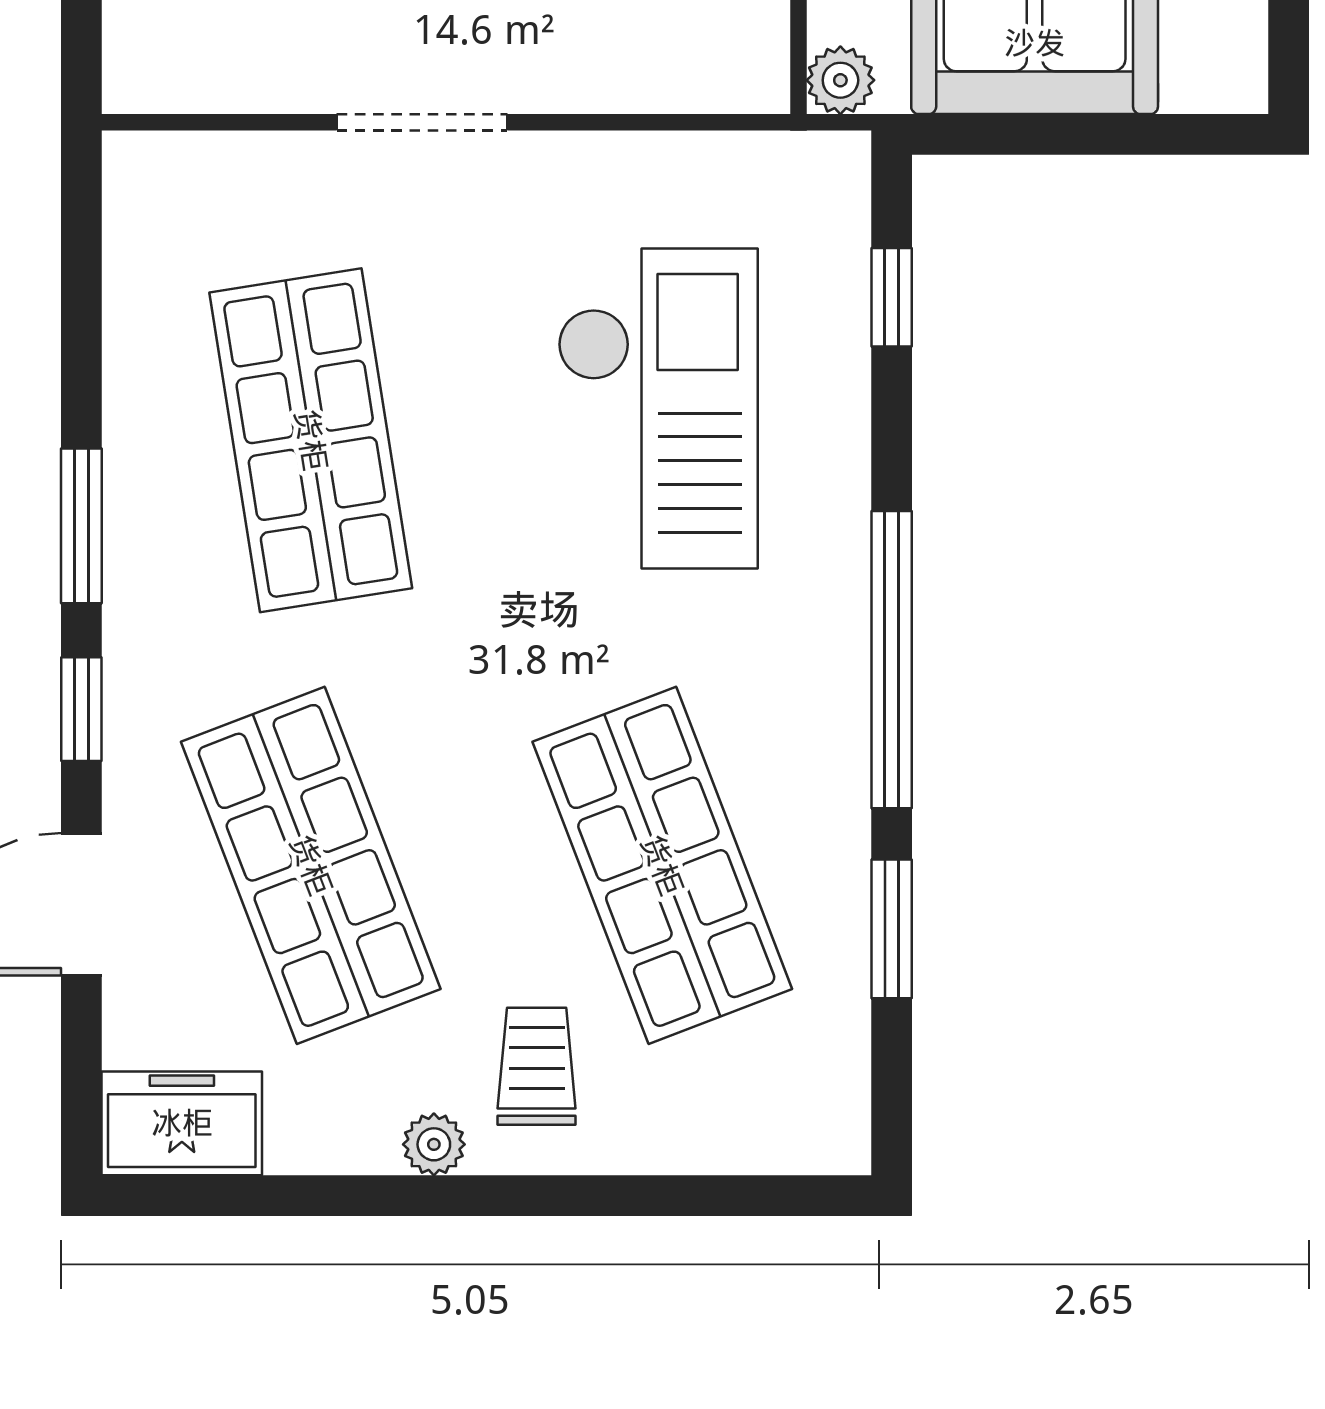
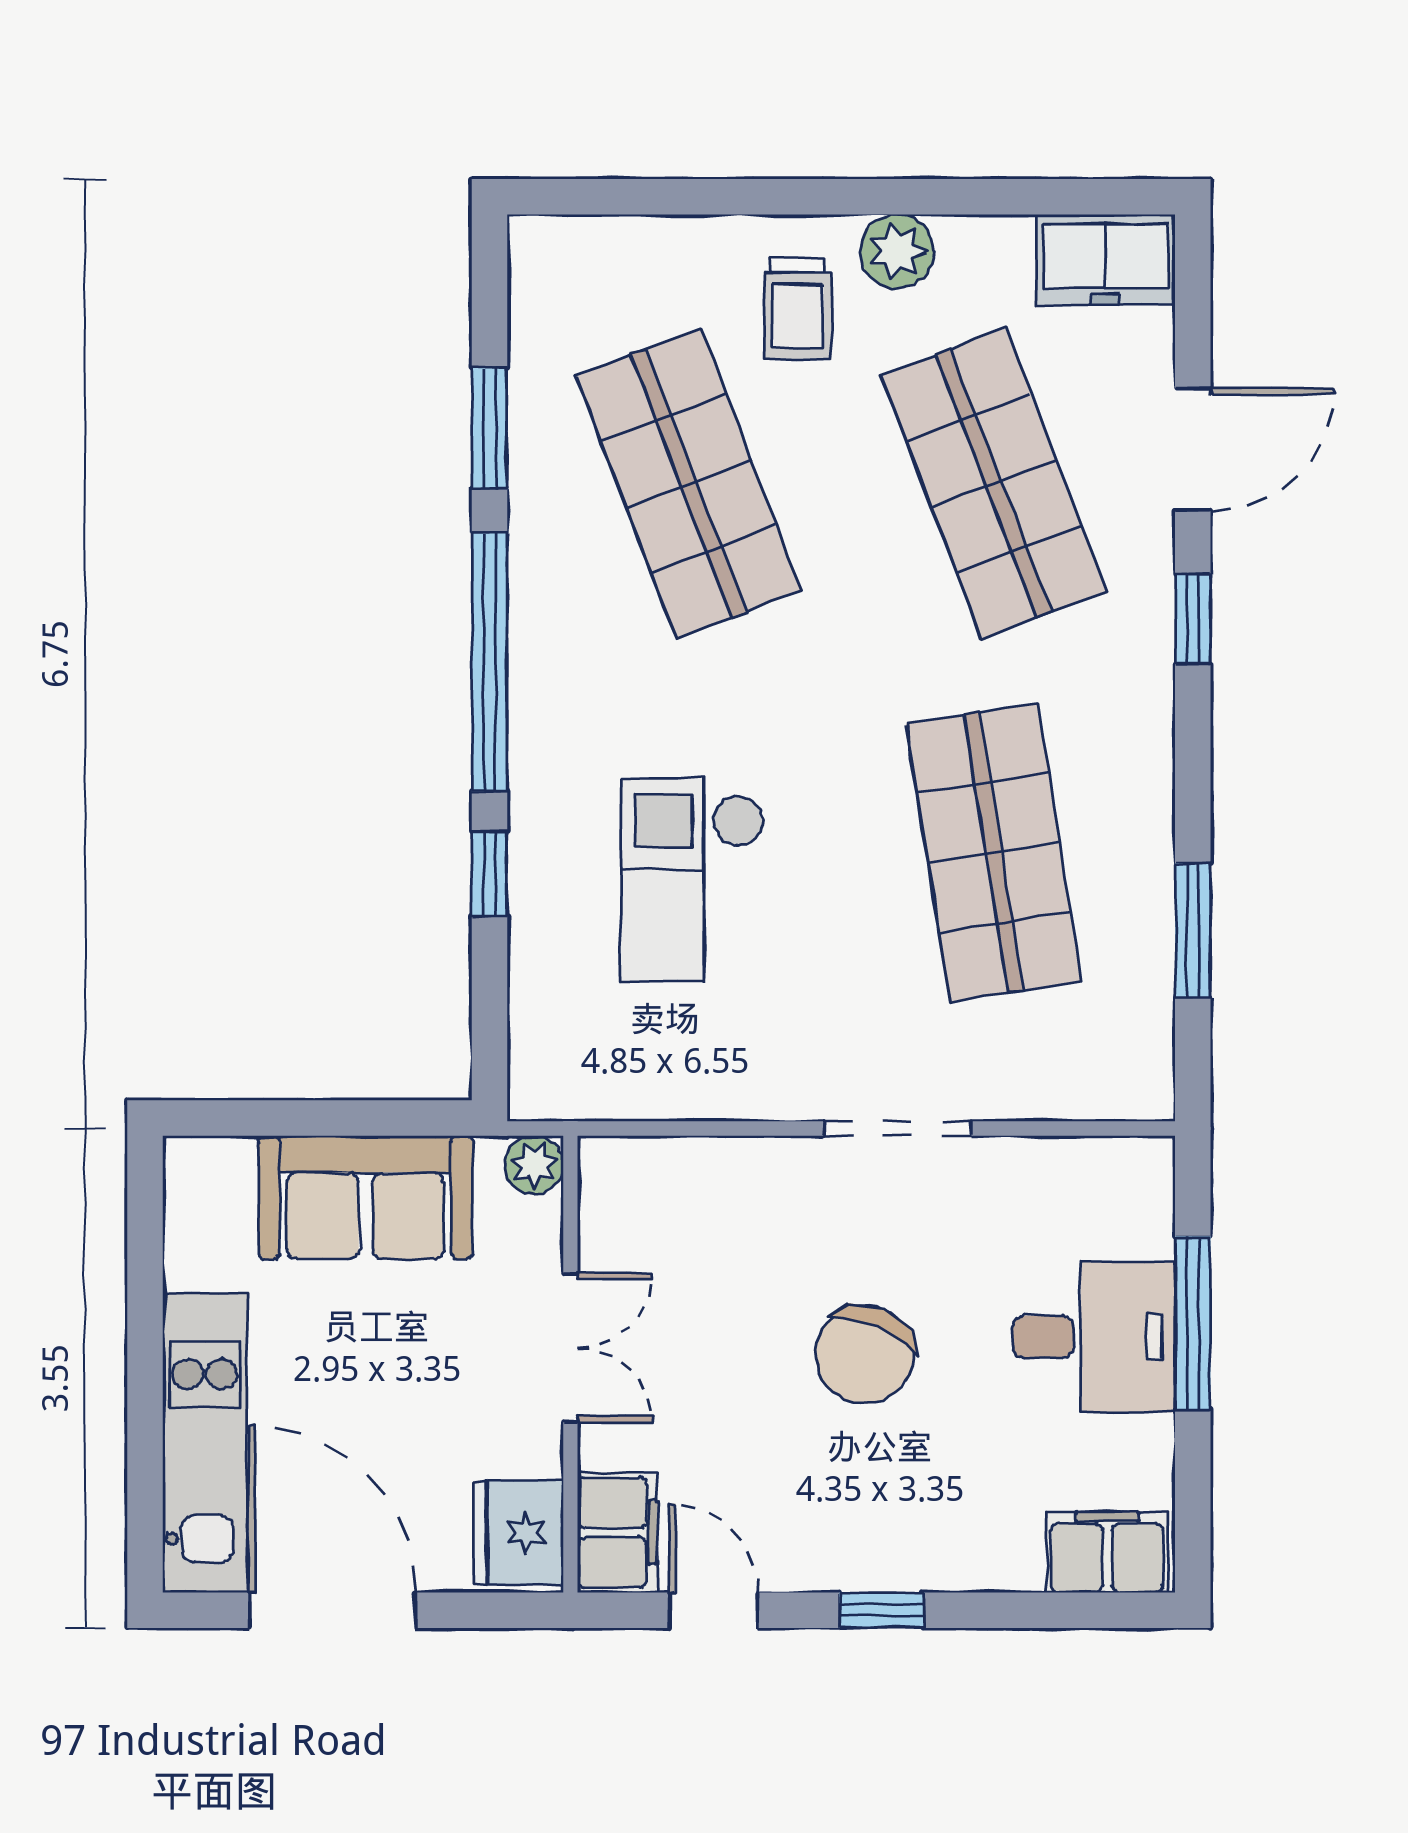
window: (892, 297) -> (490, 874), moved
checkout: (658, 409) -> (693, 880), width x0.73, depth x0.83
window: (81, 526) -> (1193, 931), moved
plant: (434, 1144) -> (897, 251), width x1.38, depth x1.38

